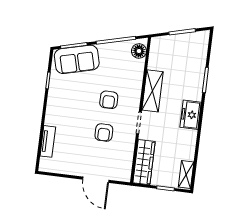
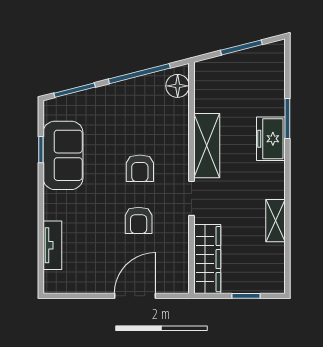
sofa: (77, 59) -> (63, 155), moved, turned -76
freezer: (191, 115) -> (271, 139), moved
shelving: (186, 175) -> (275, 221), moved
door: (96, 180) -> (135, 296), swing flipped

